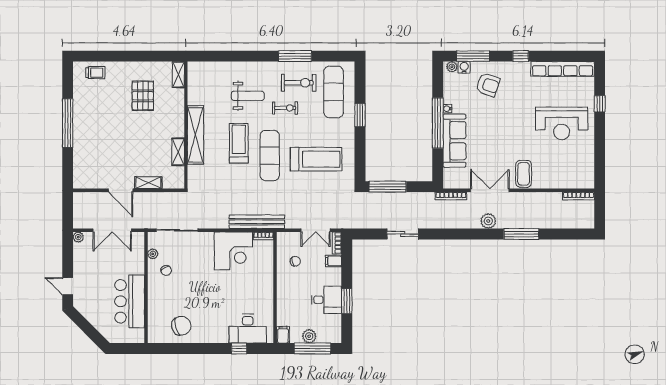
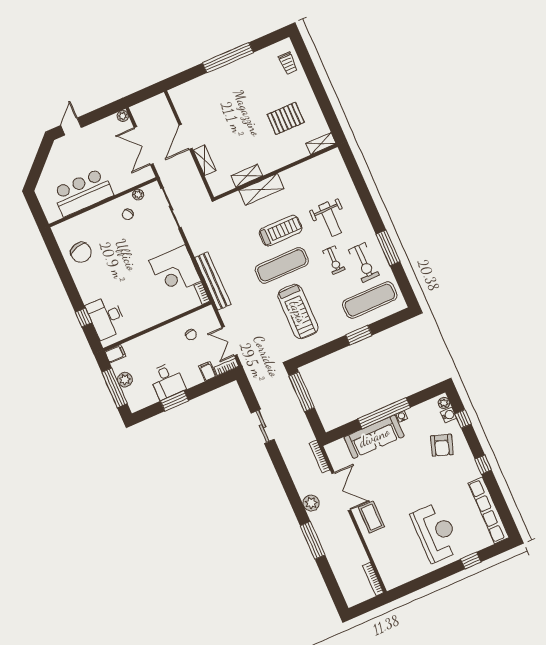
window: (473, 56) -> (463, 419), width x0.46
reception desk: (562, 123) -> (436, 532), turned 180
shelving: (195, 135) -> (261, 189), width x0.68
coffee table: (524, 174) -> (371, 517), turned 90

